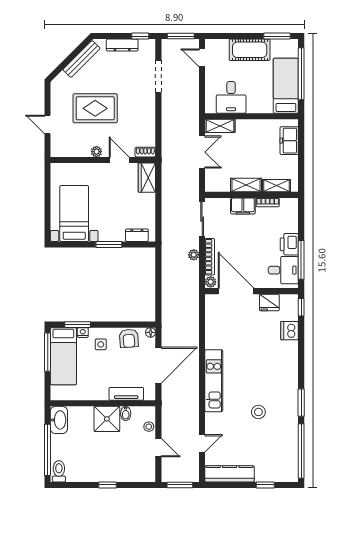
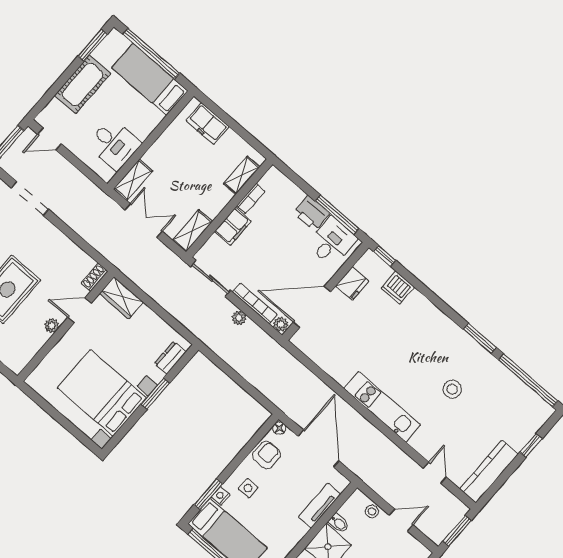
shelving: (246, 185) -> (192, 231), moved
bed with nightstands: (74, 213) -> (102, 393), width x1.36
armchair: (129, 338) -> (266, 455), turned -86

